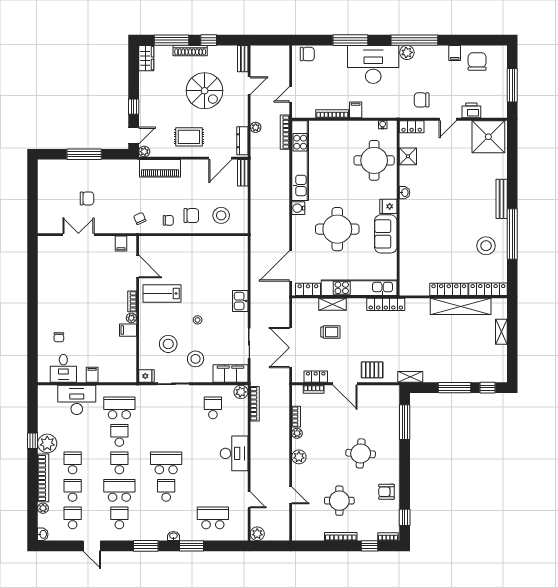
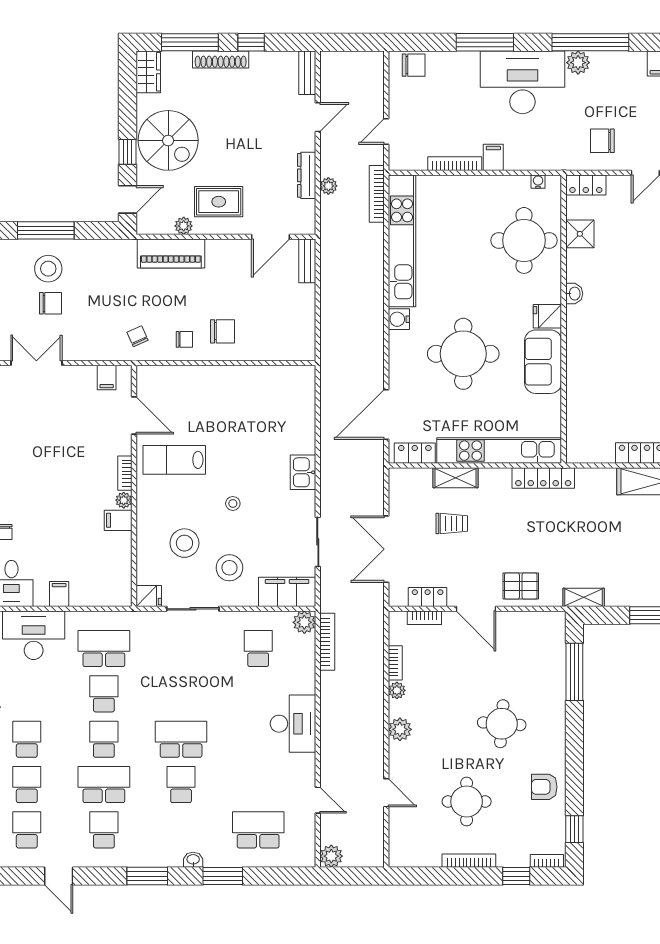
spiral stairs: (205, 91) -> (168, 140), moved
dresser: (242, 141) -> (307, 175), moved
plant: (144, 152) -> (184, 226), moved
stool: (221, 215) -> (48, 269), moved

